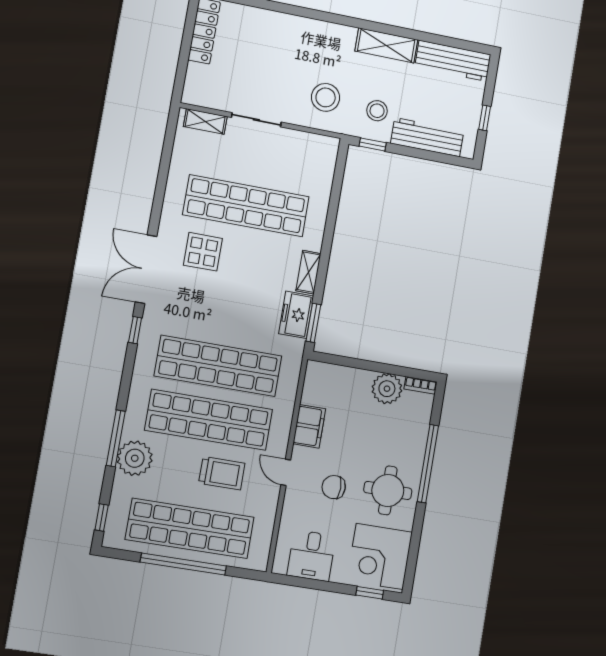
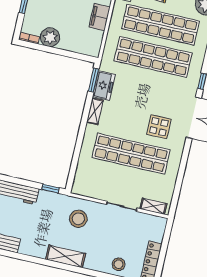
shelving: (386, 45) -> (66, 256), moved
stool: (377, 111) -> (119, 264), moved

